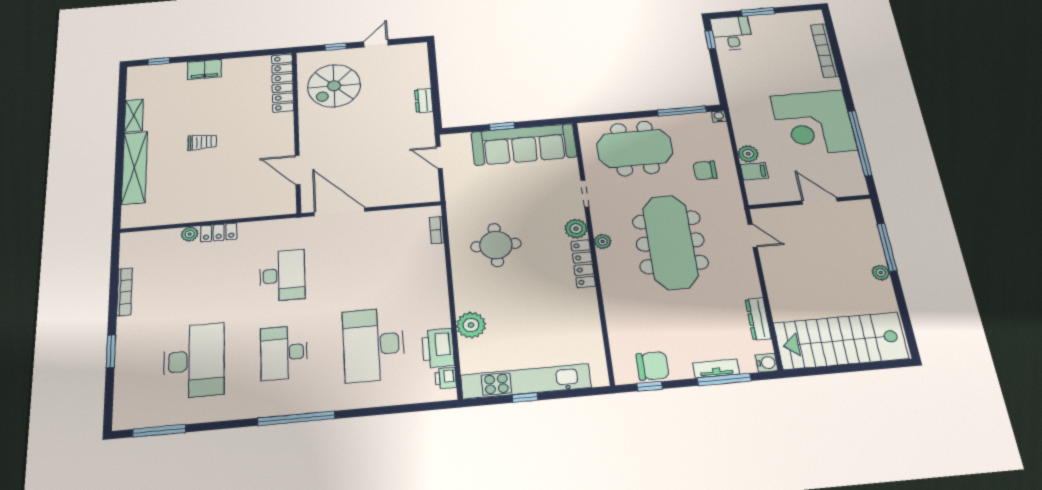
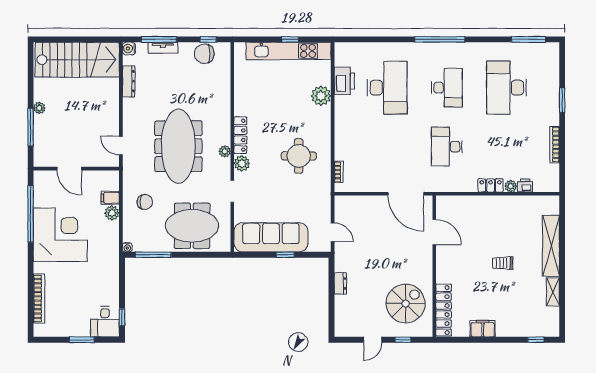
filing cabinet: (204, 69) -> (483, 329), moved
printer: (446, 378) -> (525, 185), moved, turned -90

